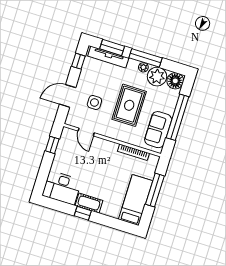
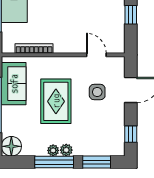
tv unit: (108, 57) -> (98, 150), removed
plant: (157, 77) -> (66, 150), moved, width x0.53, depth x0.53
window: (52, 145) -> (131, 15), moved

